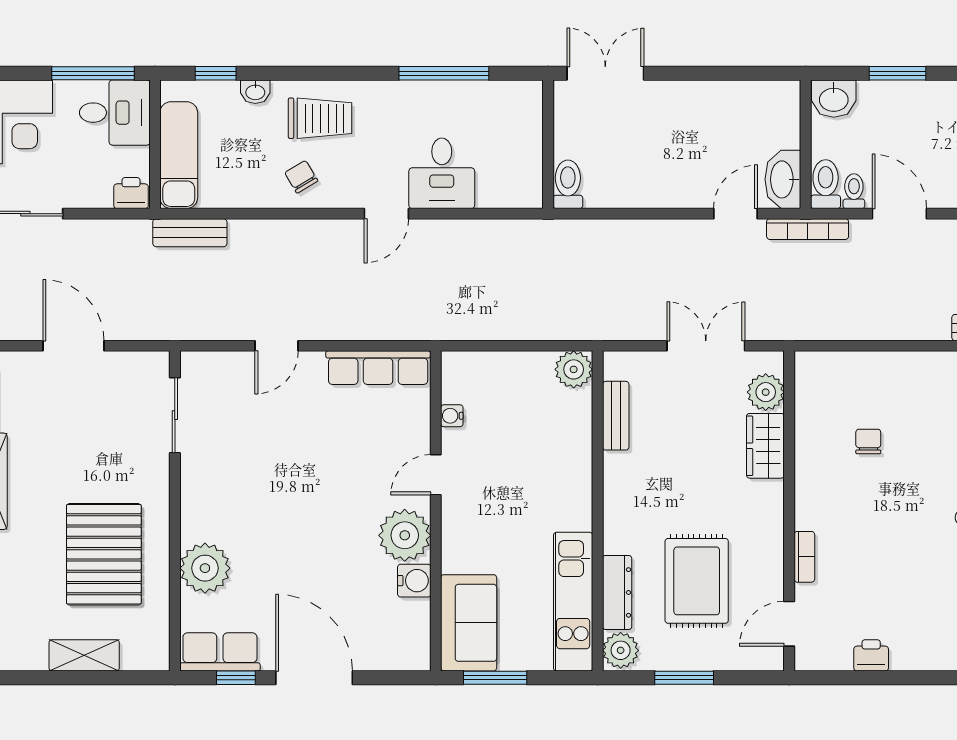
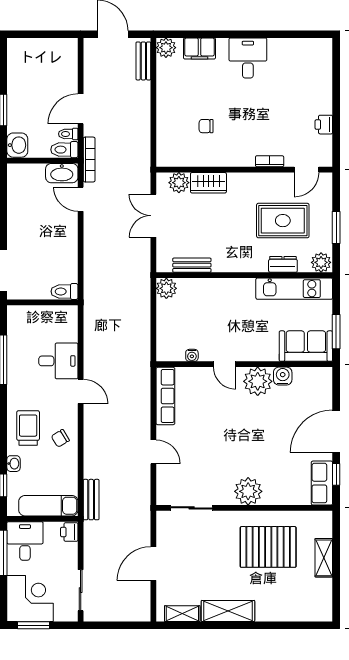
plant: (205, 568) -> (248, 491), moved
dresser: (617, 592) -> (283, 264), width x0.70
door: (789, 624) -> (306, 170), hinge flipped

